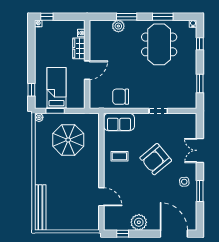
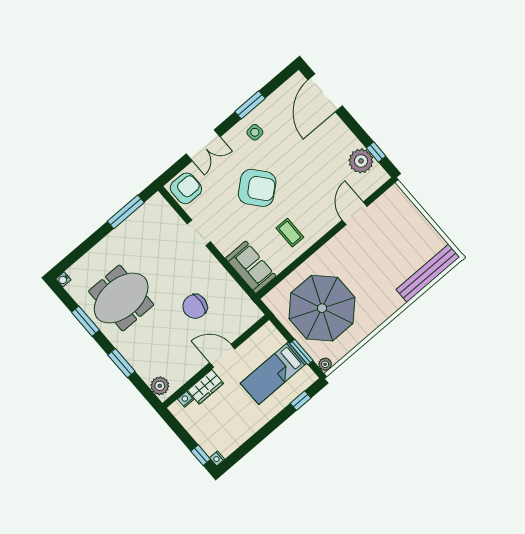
plant: (118, 26) -> (160, 386), moved
window: (200, 44) -> (80, 251), removed
window: (200, 84) -> (126, 212), width x1.44
chair: (121, 97) -> (195, 306), moved, turned 96
armchair: (186, 124) -> (186, 188), added
parasol: (68, 140) -> (322, 308), width x1.36, depth x1.36
plant: (139, 222) -> (361, 161), moved

